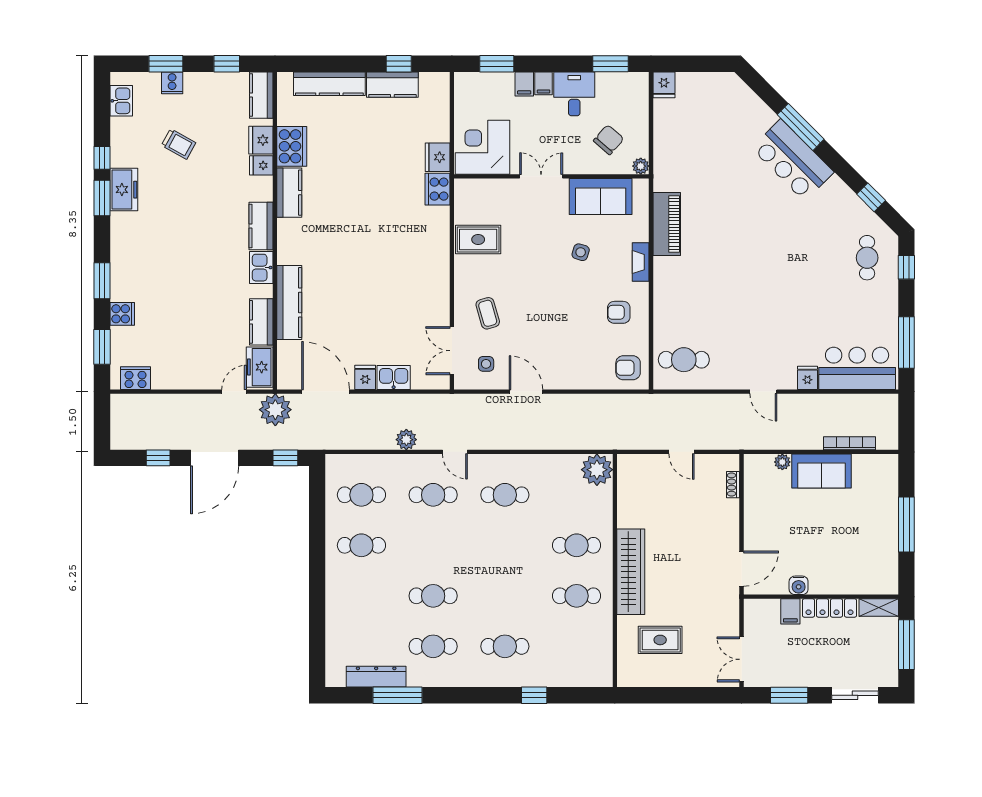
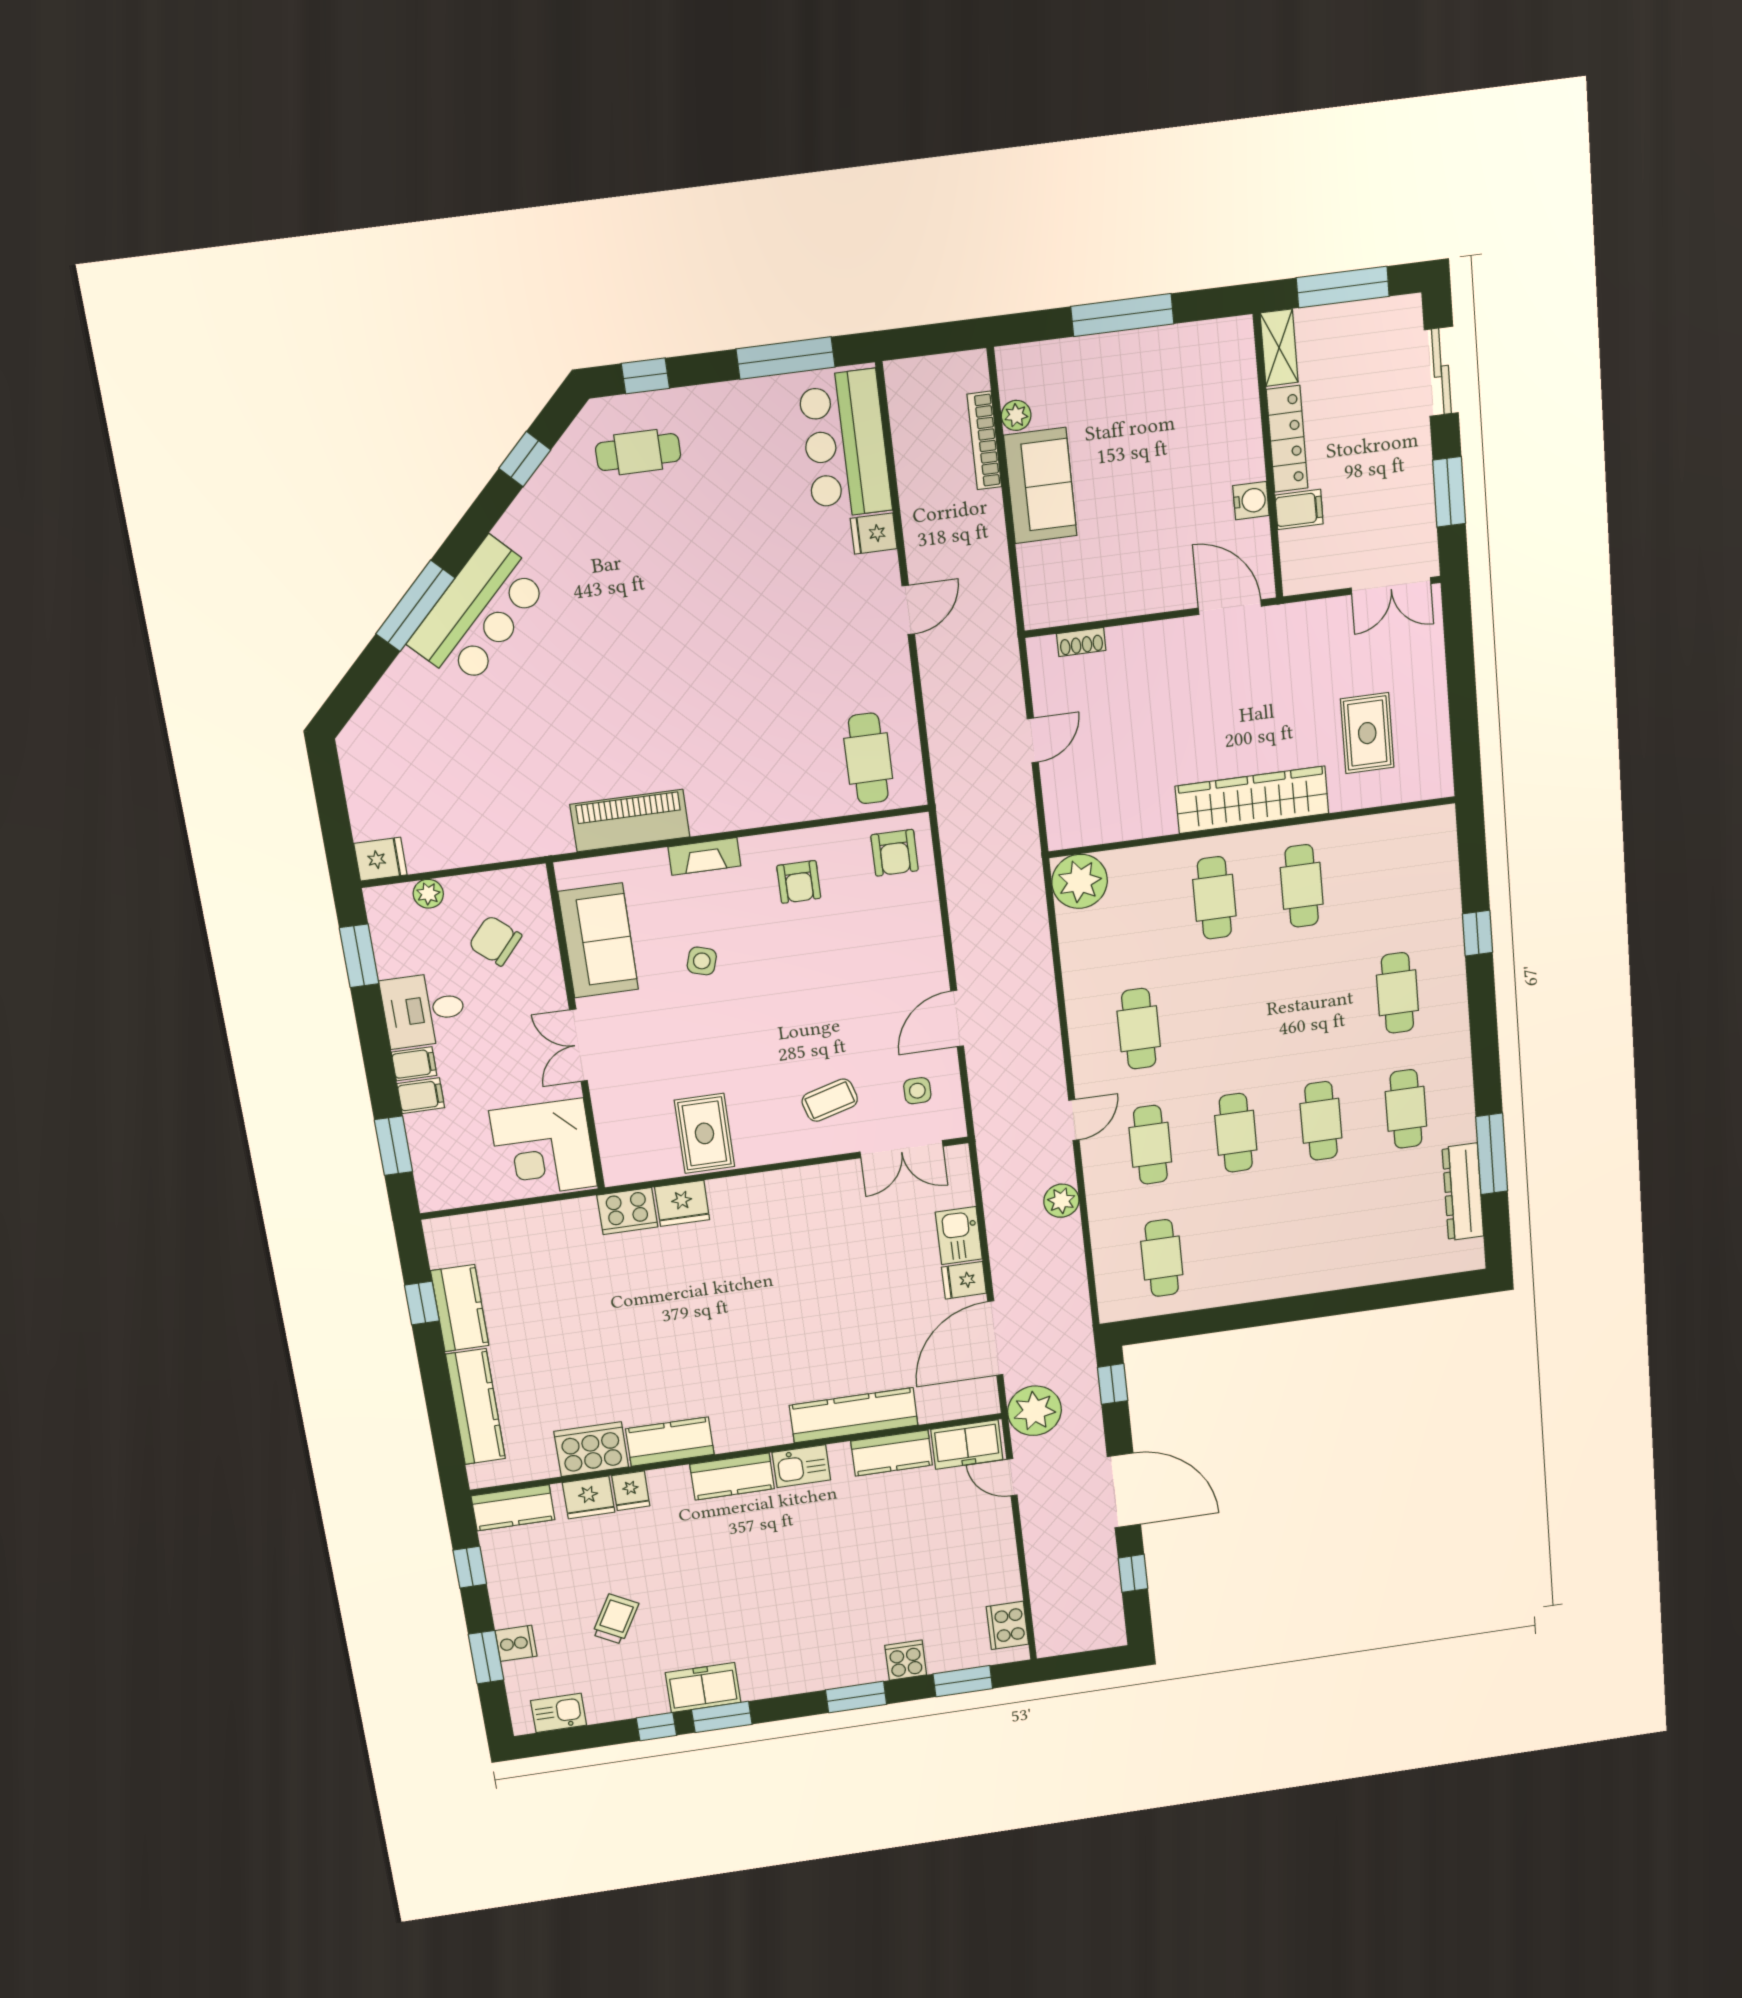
fridge: (438, 157) -> (682, 1203), moved
plant: (641, 166) -> (428, 894), moved
plant: (782, 462) -> (1016, 415), moved
cafe table: (361, 545) -> (1236, 1133), moved

